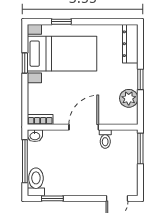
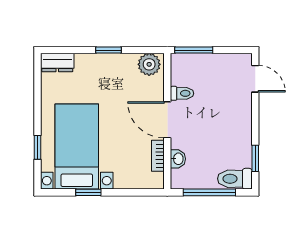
dresser: (130, 44) -> (57, 63), width x0.70
plant: (129, 98) -> (149, 64), moved
bookcase: (40, 119) -> (158, 156), moved
washbasin: (35, 136) -> (178, 159), moved

